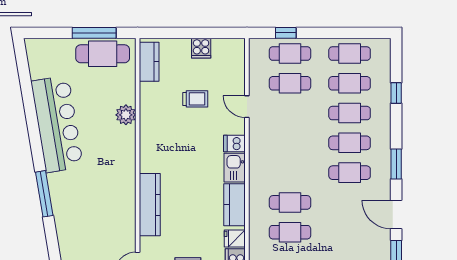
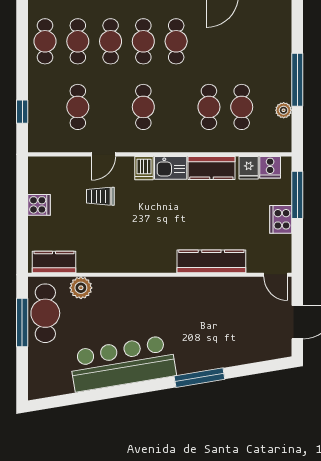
cafe table: (290, 54) -> (143, 107), moved
trolley: (195, 99) -> (100, 196), moved, turned -90
plant: (126, 115) -> (81, 288), moved

